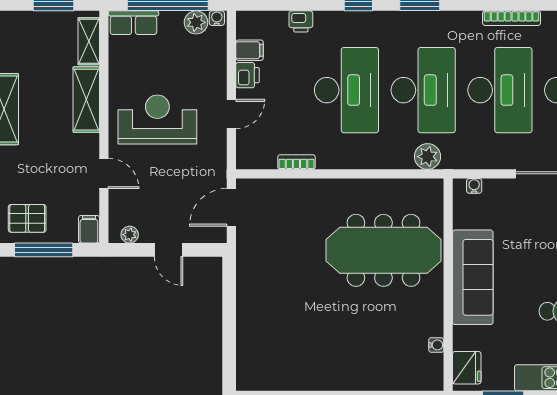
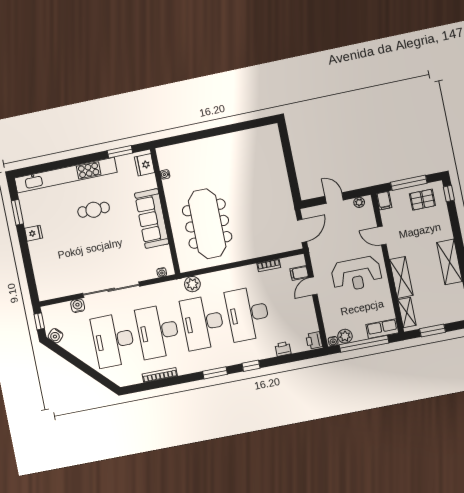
filing cabinet: (250, 50) -> (299, 273), moved
printer: (247, 75) -> (314, 340), moved
meeting table: (383, 250) -> (207, 224), turned 90

